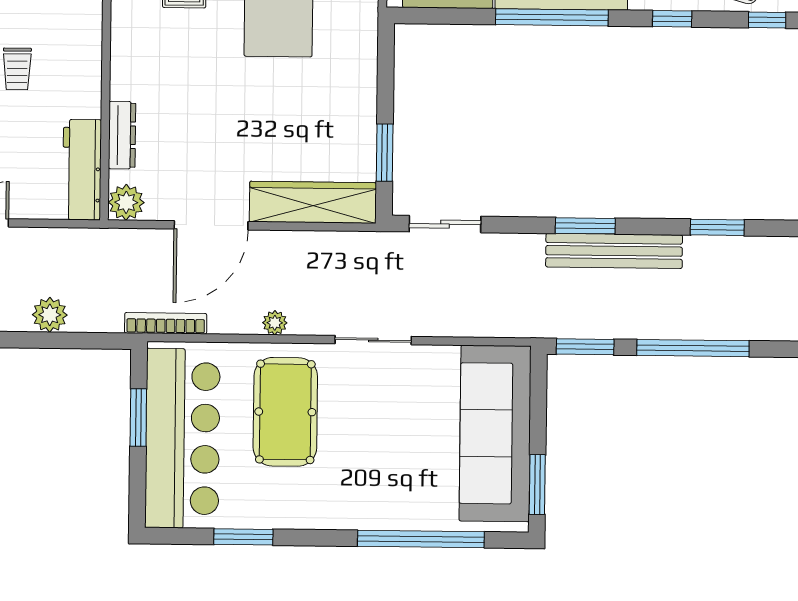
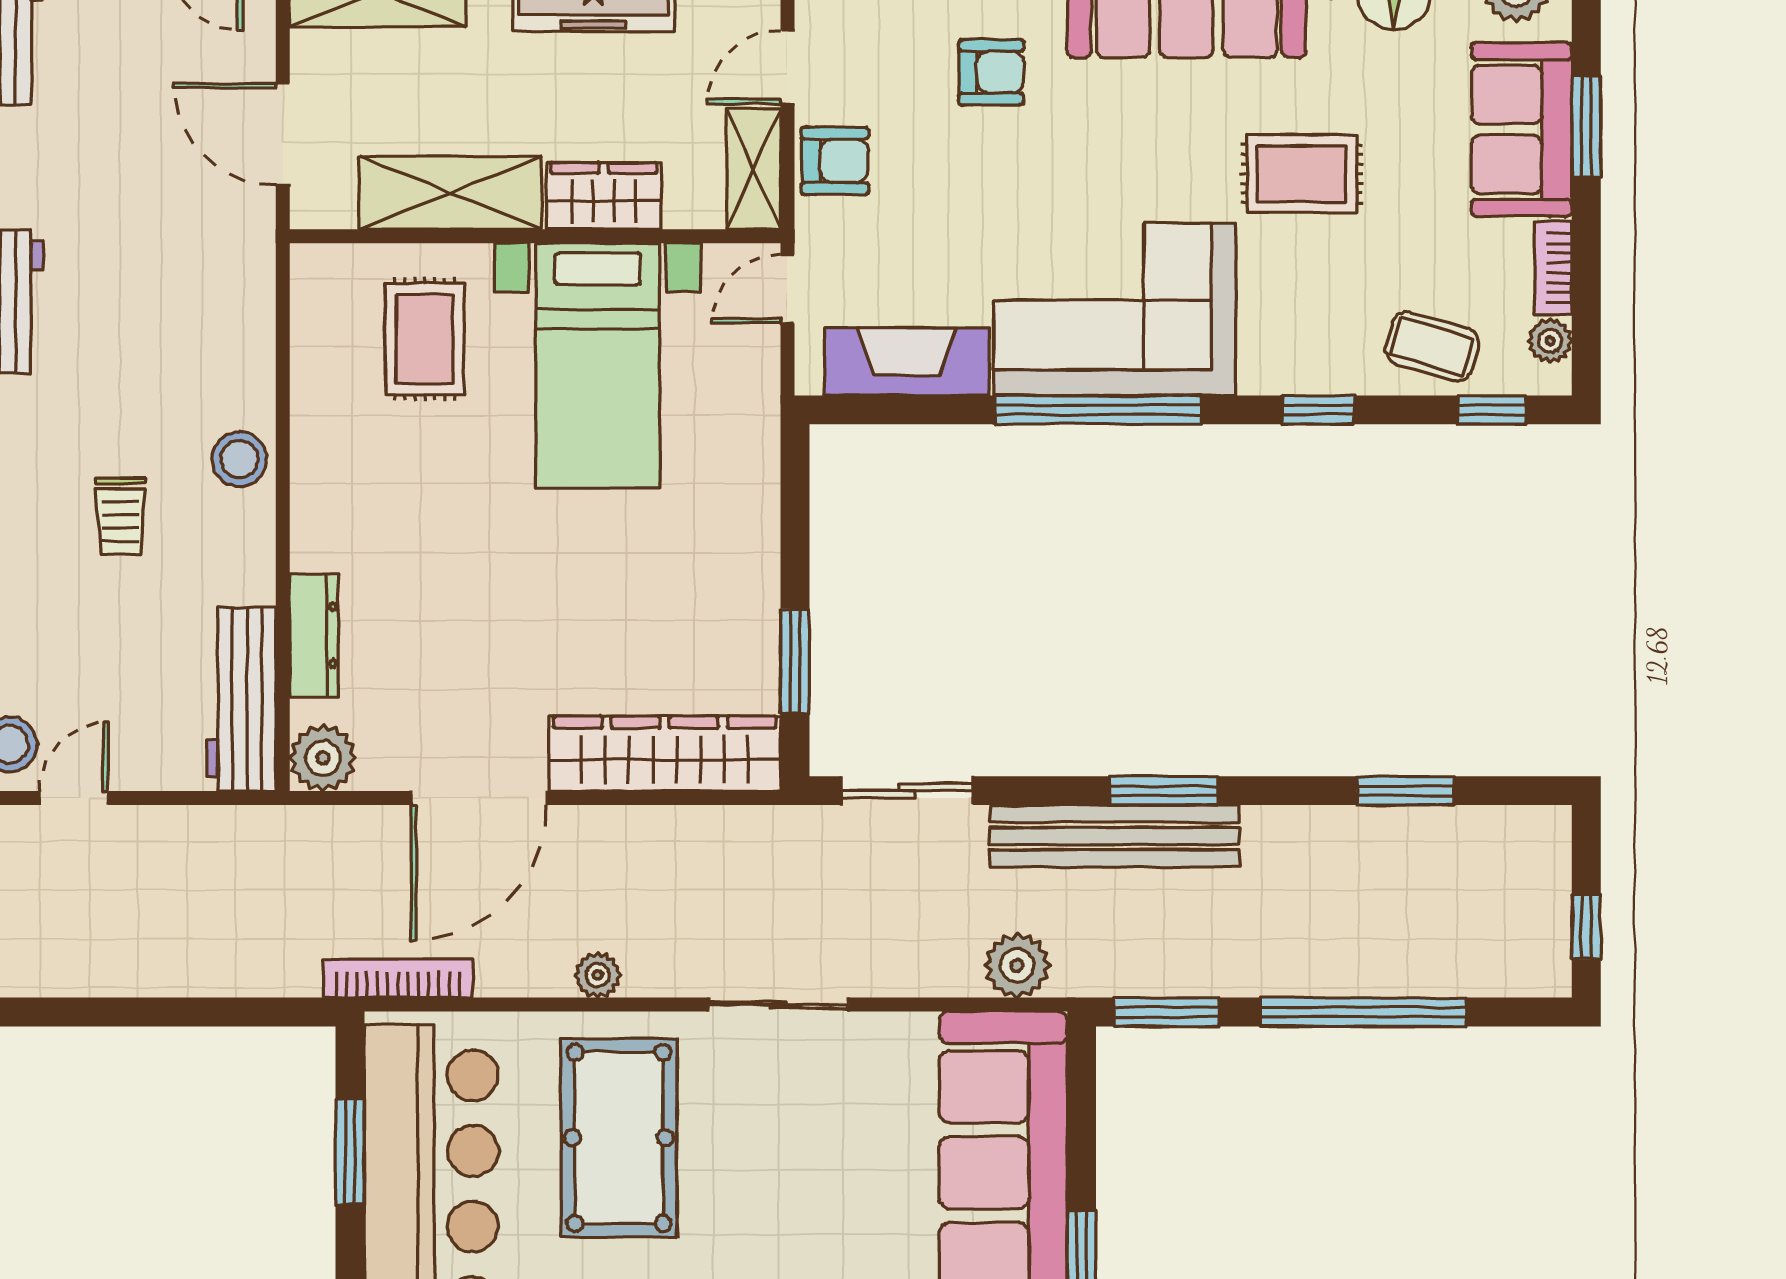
stool: (82, 39) -> (239, 459), added
bench: (614, 251) -> (1114, 836), moved
plant: (50, 315) -> (1017, 966), moved

